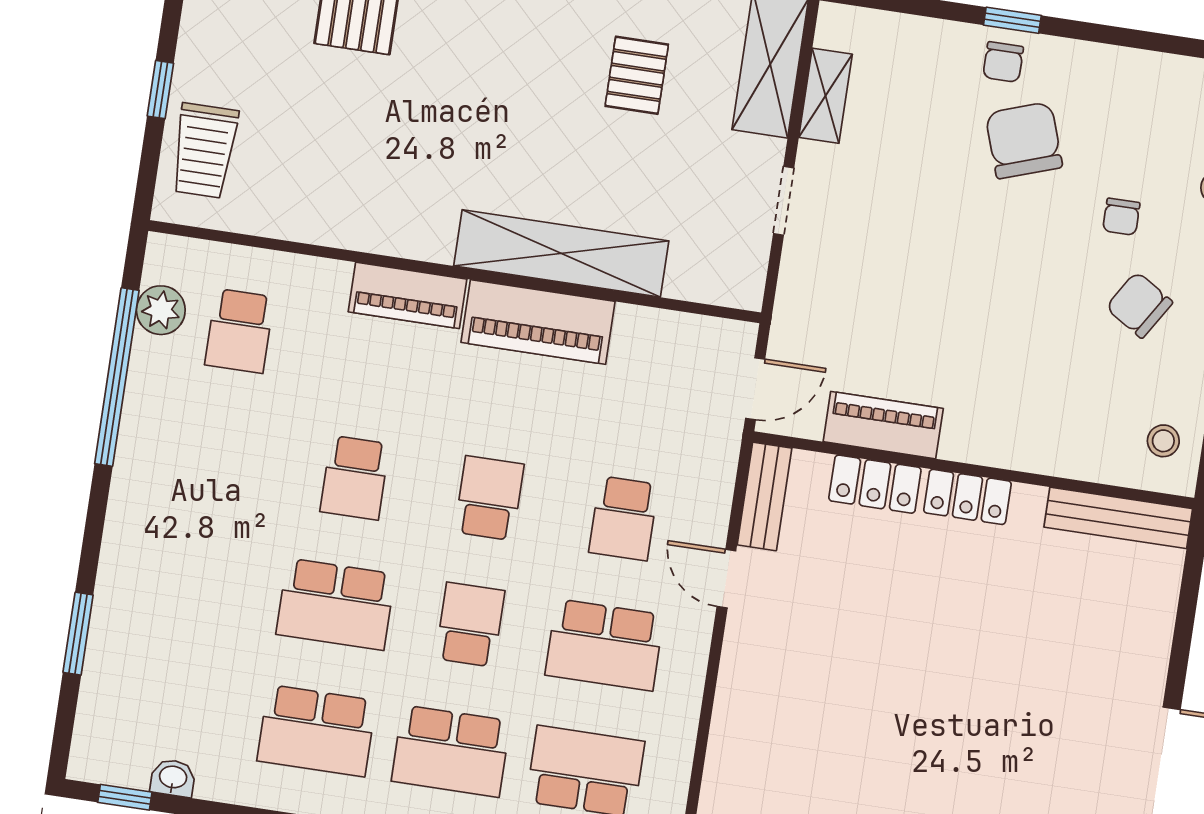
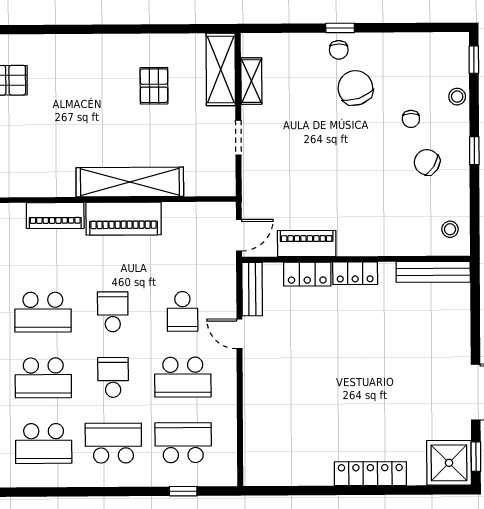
school desk: (355, 478) -> (43, 312), width x1.85
school desk: (451, 751) -> (113, 443), turned 180

